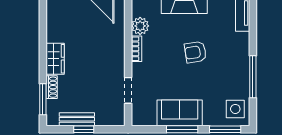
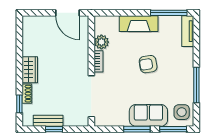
doorway: (128, 90) -> (91, 96), width x1.88
window: (43, 99) -> (19, 104), width x0.67
sofa: (180, 113) -> (148, 115), moved

